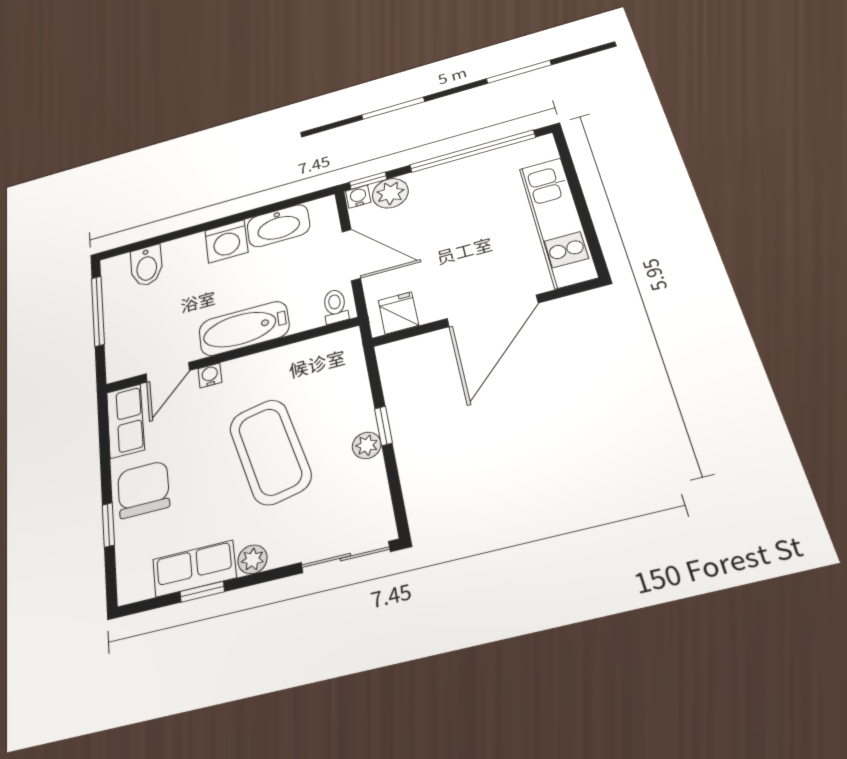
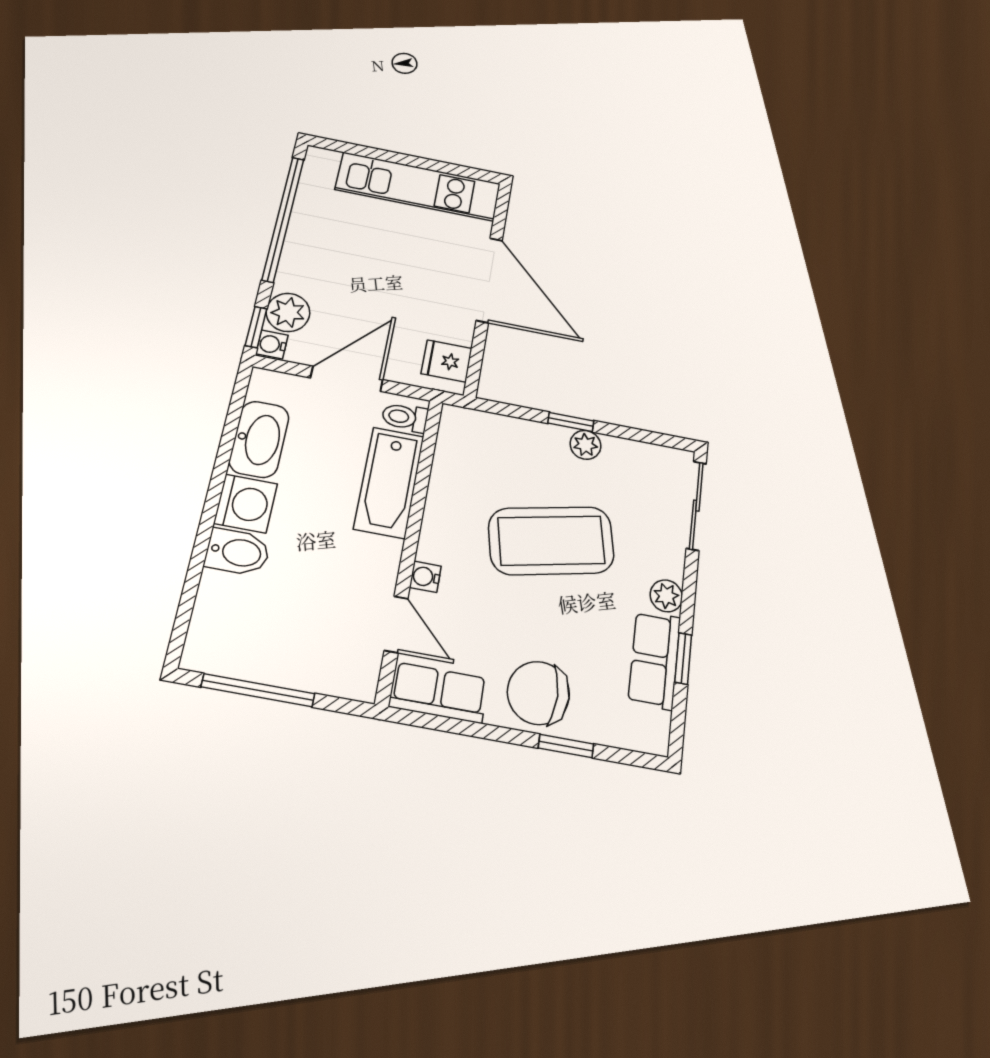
bidet: (147, 266) -> (237, 552), moved
bathtub: (244, 328) -> (389, 482), moved

